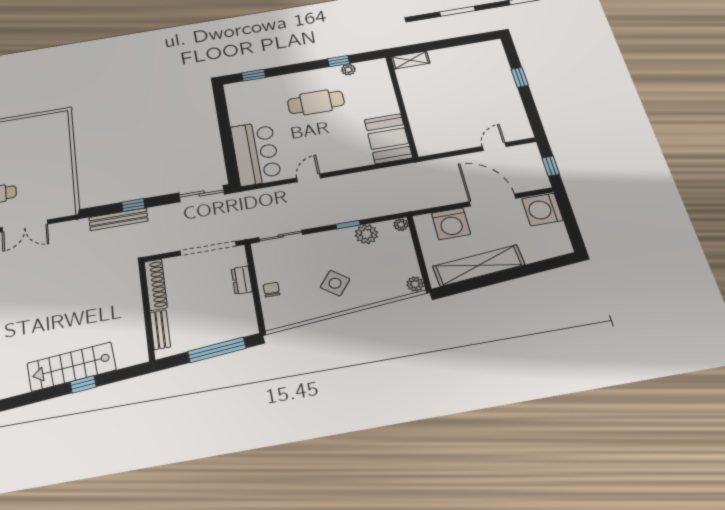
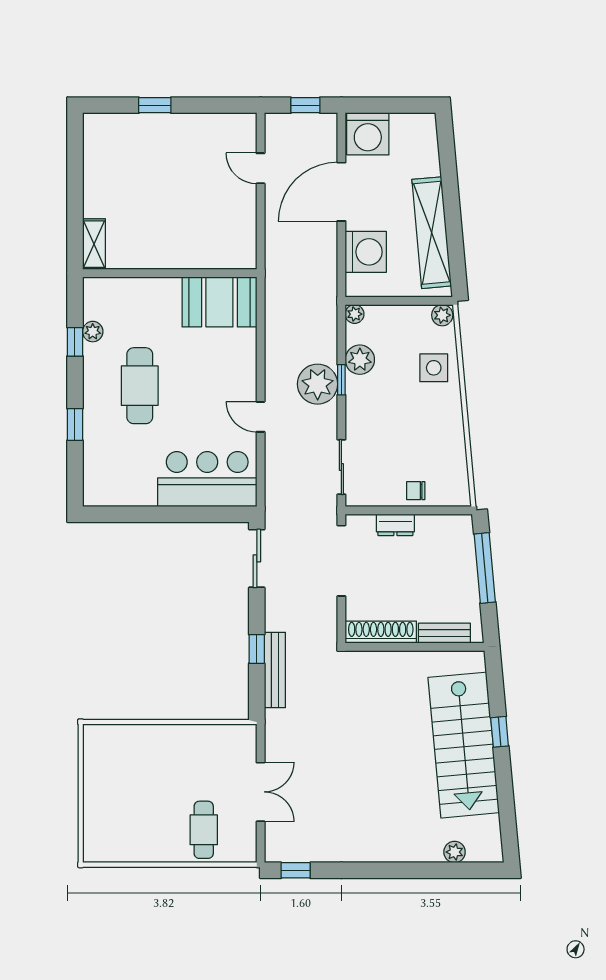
window: (254, 75) -> (75, 425), moved
plant: (341, 210) -> (318, 384), added
side table: (335, 283) -> (434, 368), moved, turned -38
stairs: (71, 367) -> (464, 745), width x1.36, depth x1.51

